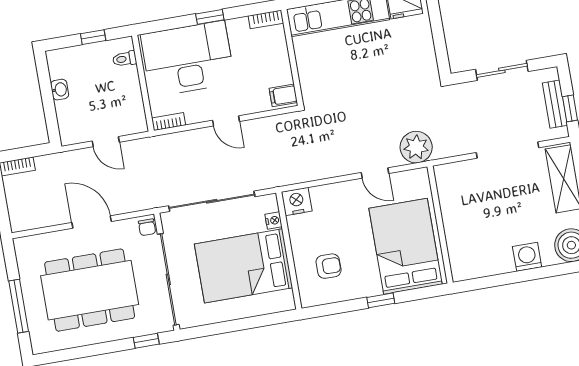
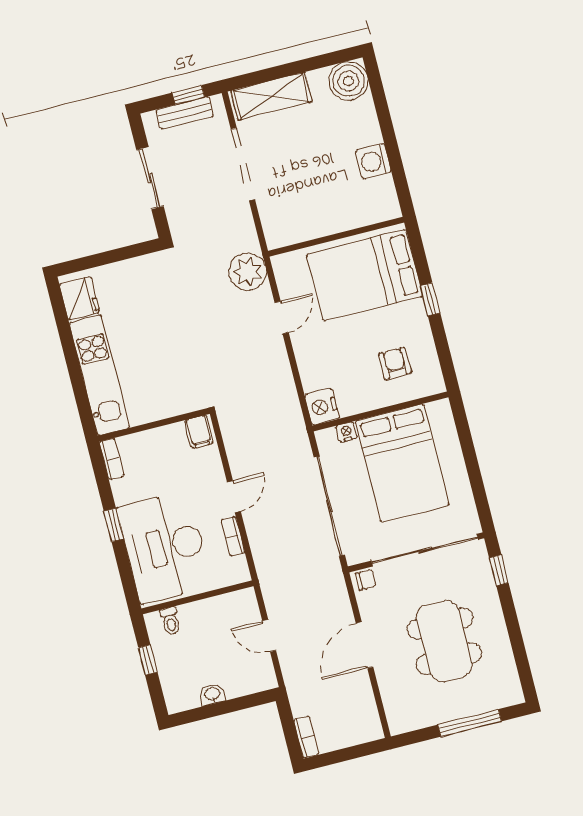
bookcase: (169, 122) -> (233, 536), moved
door: (106, 142) -> (269, 636), swing flipped
washing machine: (527, 257) -> (373, 161), moved
dining table: (90, 290) -> (444, 641), width x0.73, depth x0.80

